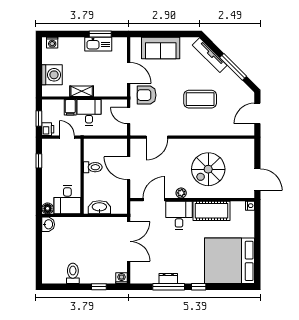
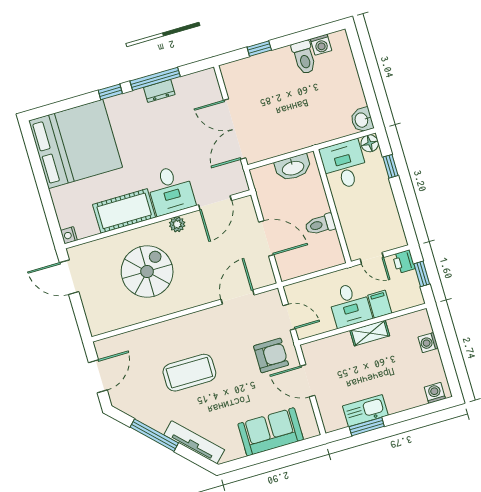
washing machine: (52, 75) -> (428, 343), width x0.53, depth x0.53
window: (39, 161) -> (391, 166), moved
washing machine: (122, 278) -> (321, 45), moved

